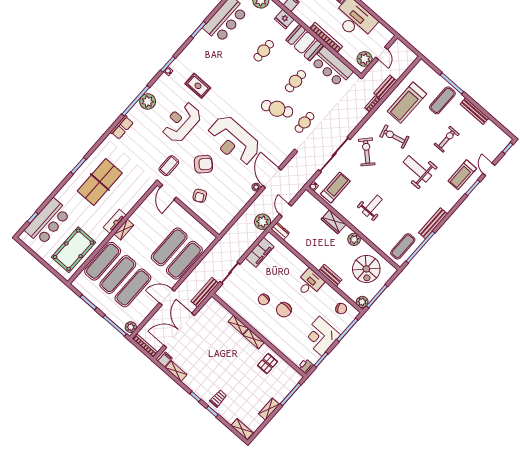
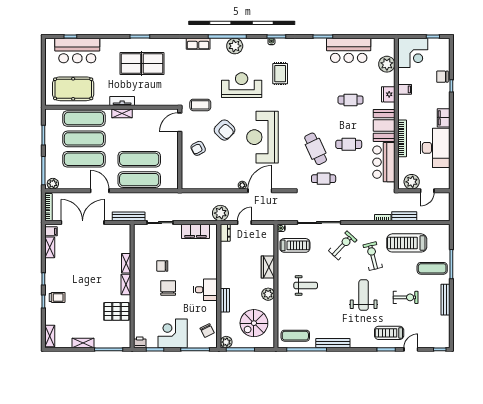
chair: (284, 310) -> (168, 288), turned 90
pallet: (268, 364) -> (116, 311), width x1.50, depth x1.42

